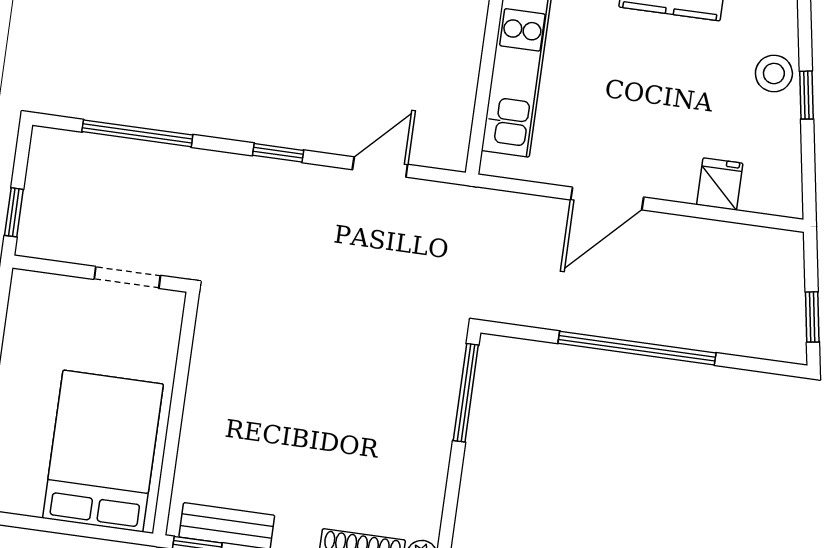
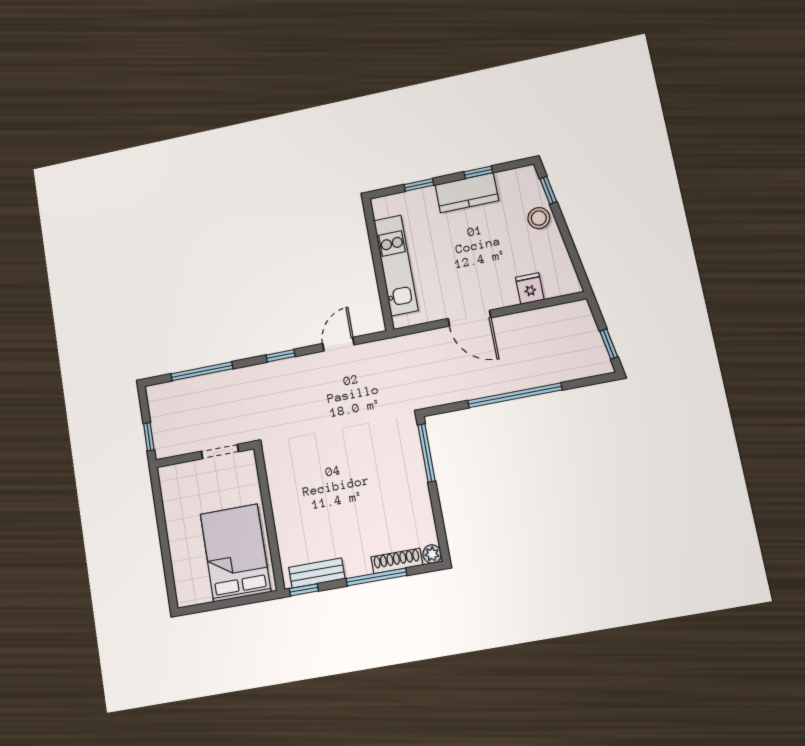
window: (806, 95) -> (548, 190), moved
door: (607, 198) -> (469, 318), hinge flipped

